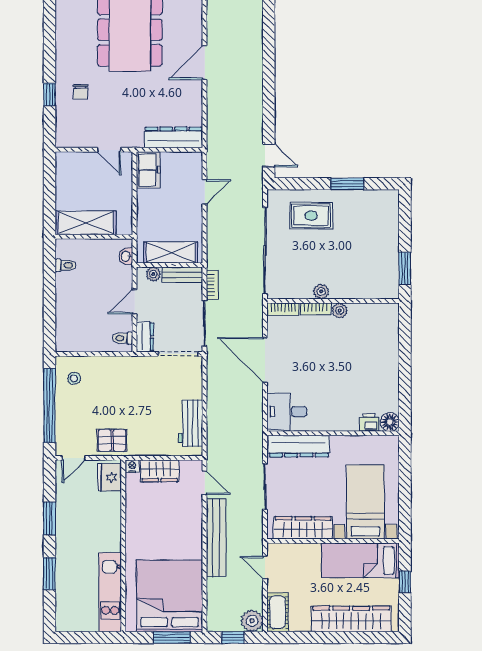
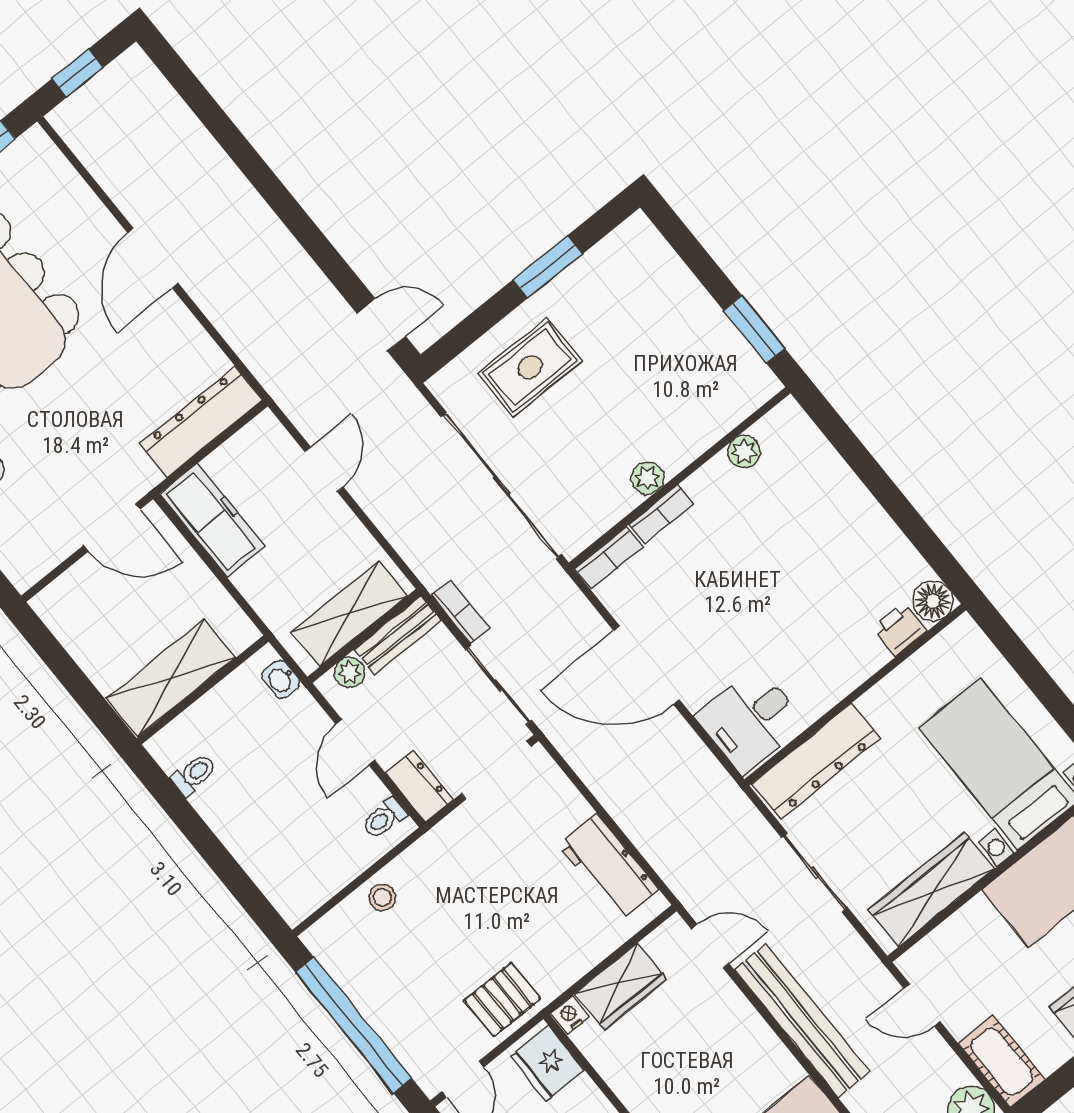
door: (109, 150) -> (112, 527), width x1.38
freezer: (148, 170) -> (212, 520), width x1.40
plant: (340, 311) -> (744, 452), moved
stool: (74, 378) -> (382, 897), moved

